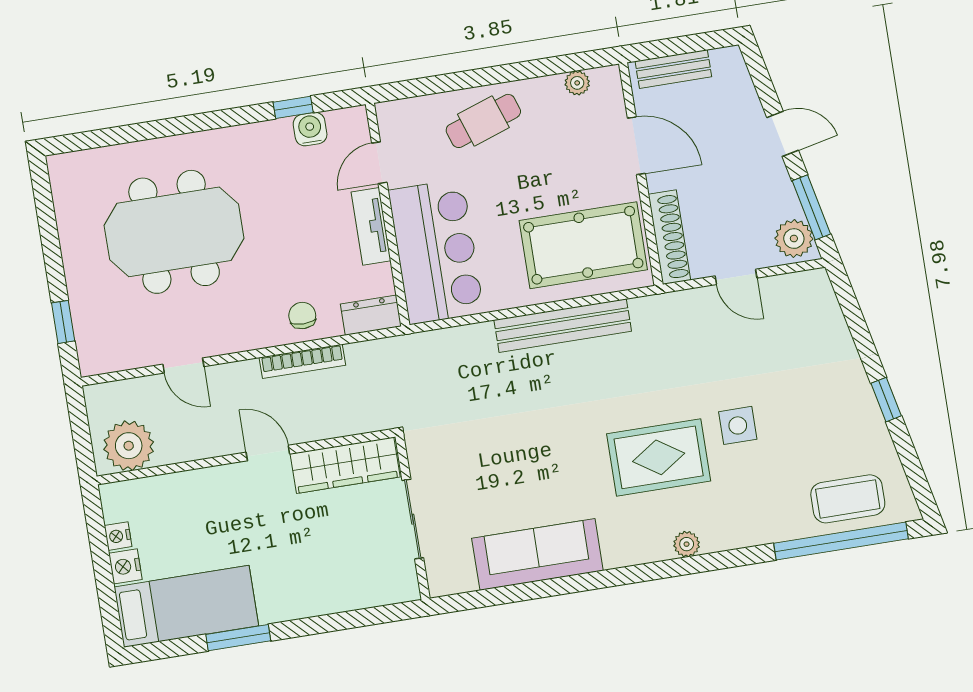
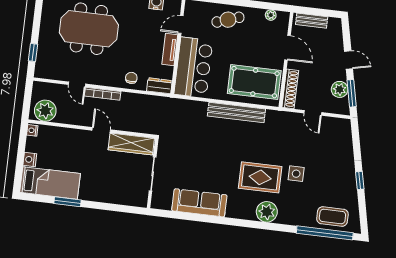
plant: (794, 239) -> (340, 89), moved
bookcase: (302, 361) -> (103, 94), moved
nightstand: (118, 536) -> (32, 130), moved
plant: (687, 544) -> (267, 212), width x1.88, depth x1.88

